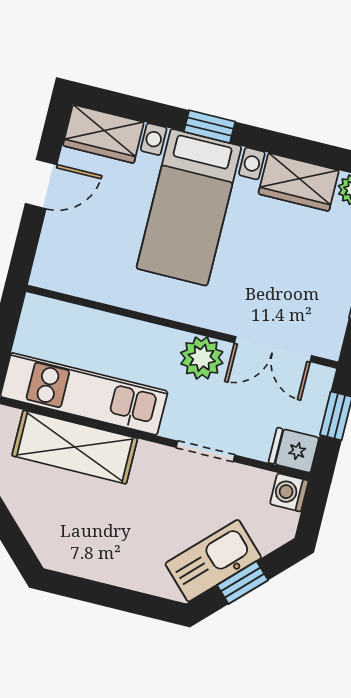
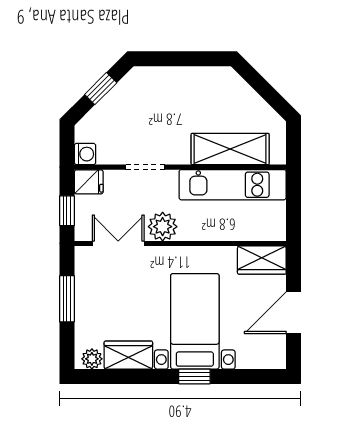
wardrobe: (103, 134) -> (262, 260), moved, turned 180
door: (41, 184) -> (294, 313), width x1.37
kitchen sink: (213, 561) -> (123, 98), removed

